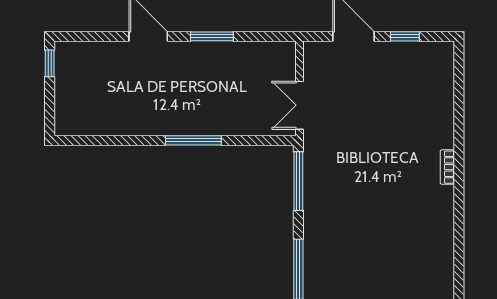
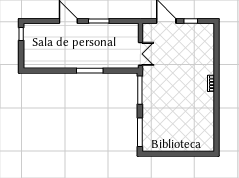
double door: (299, 105) -> (140, 54), swing flipped

